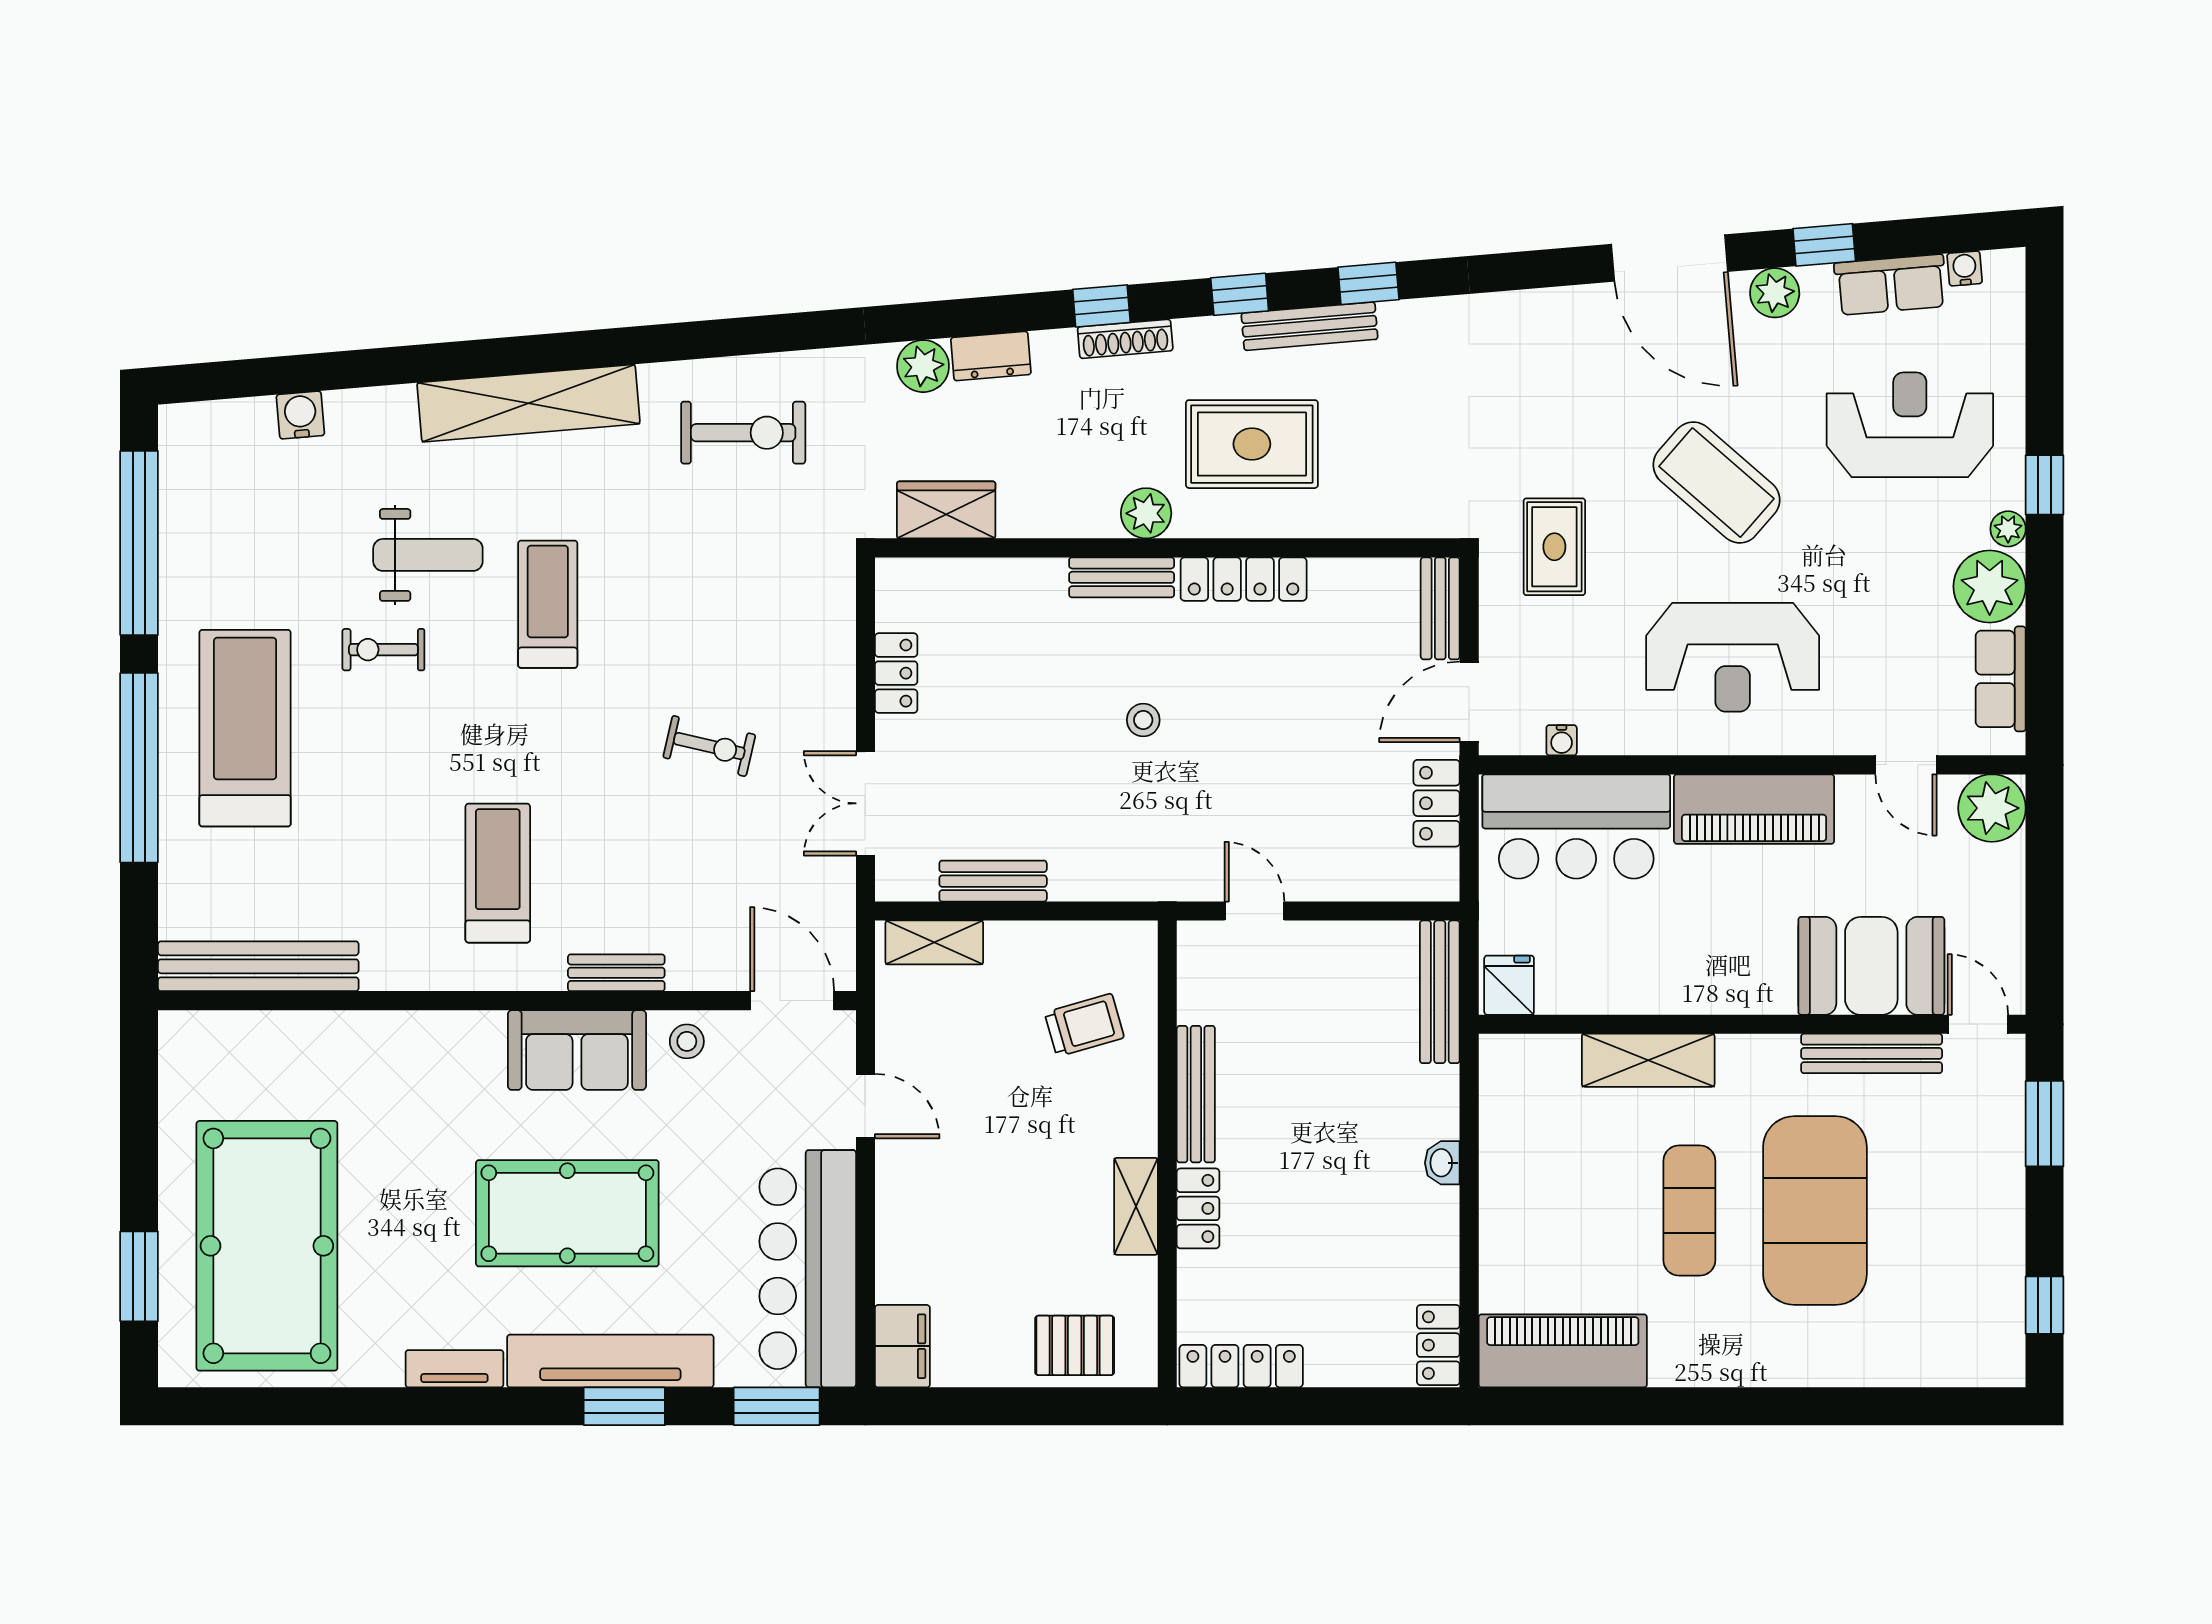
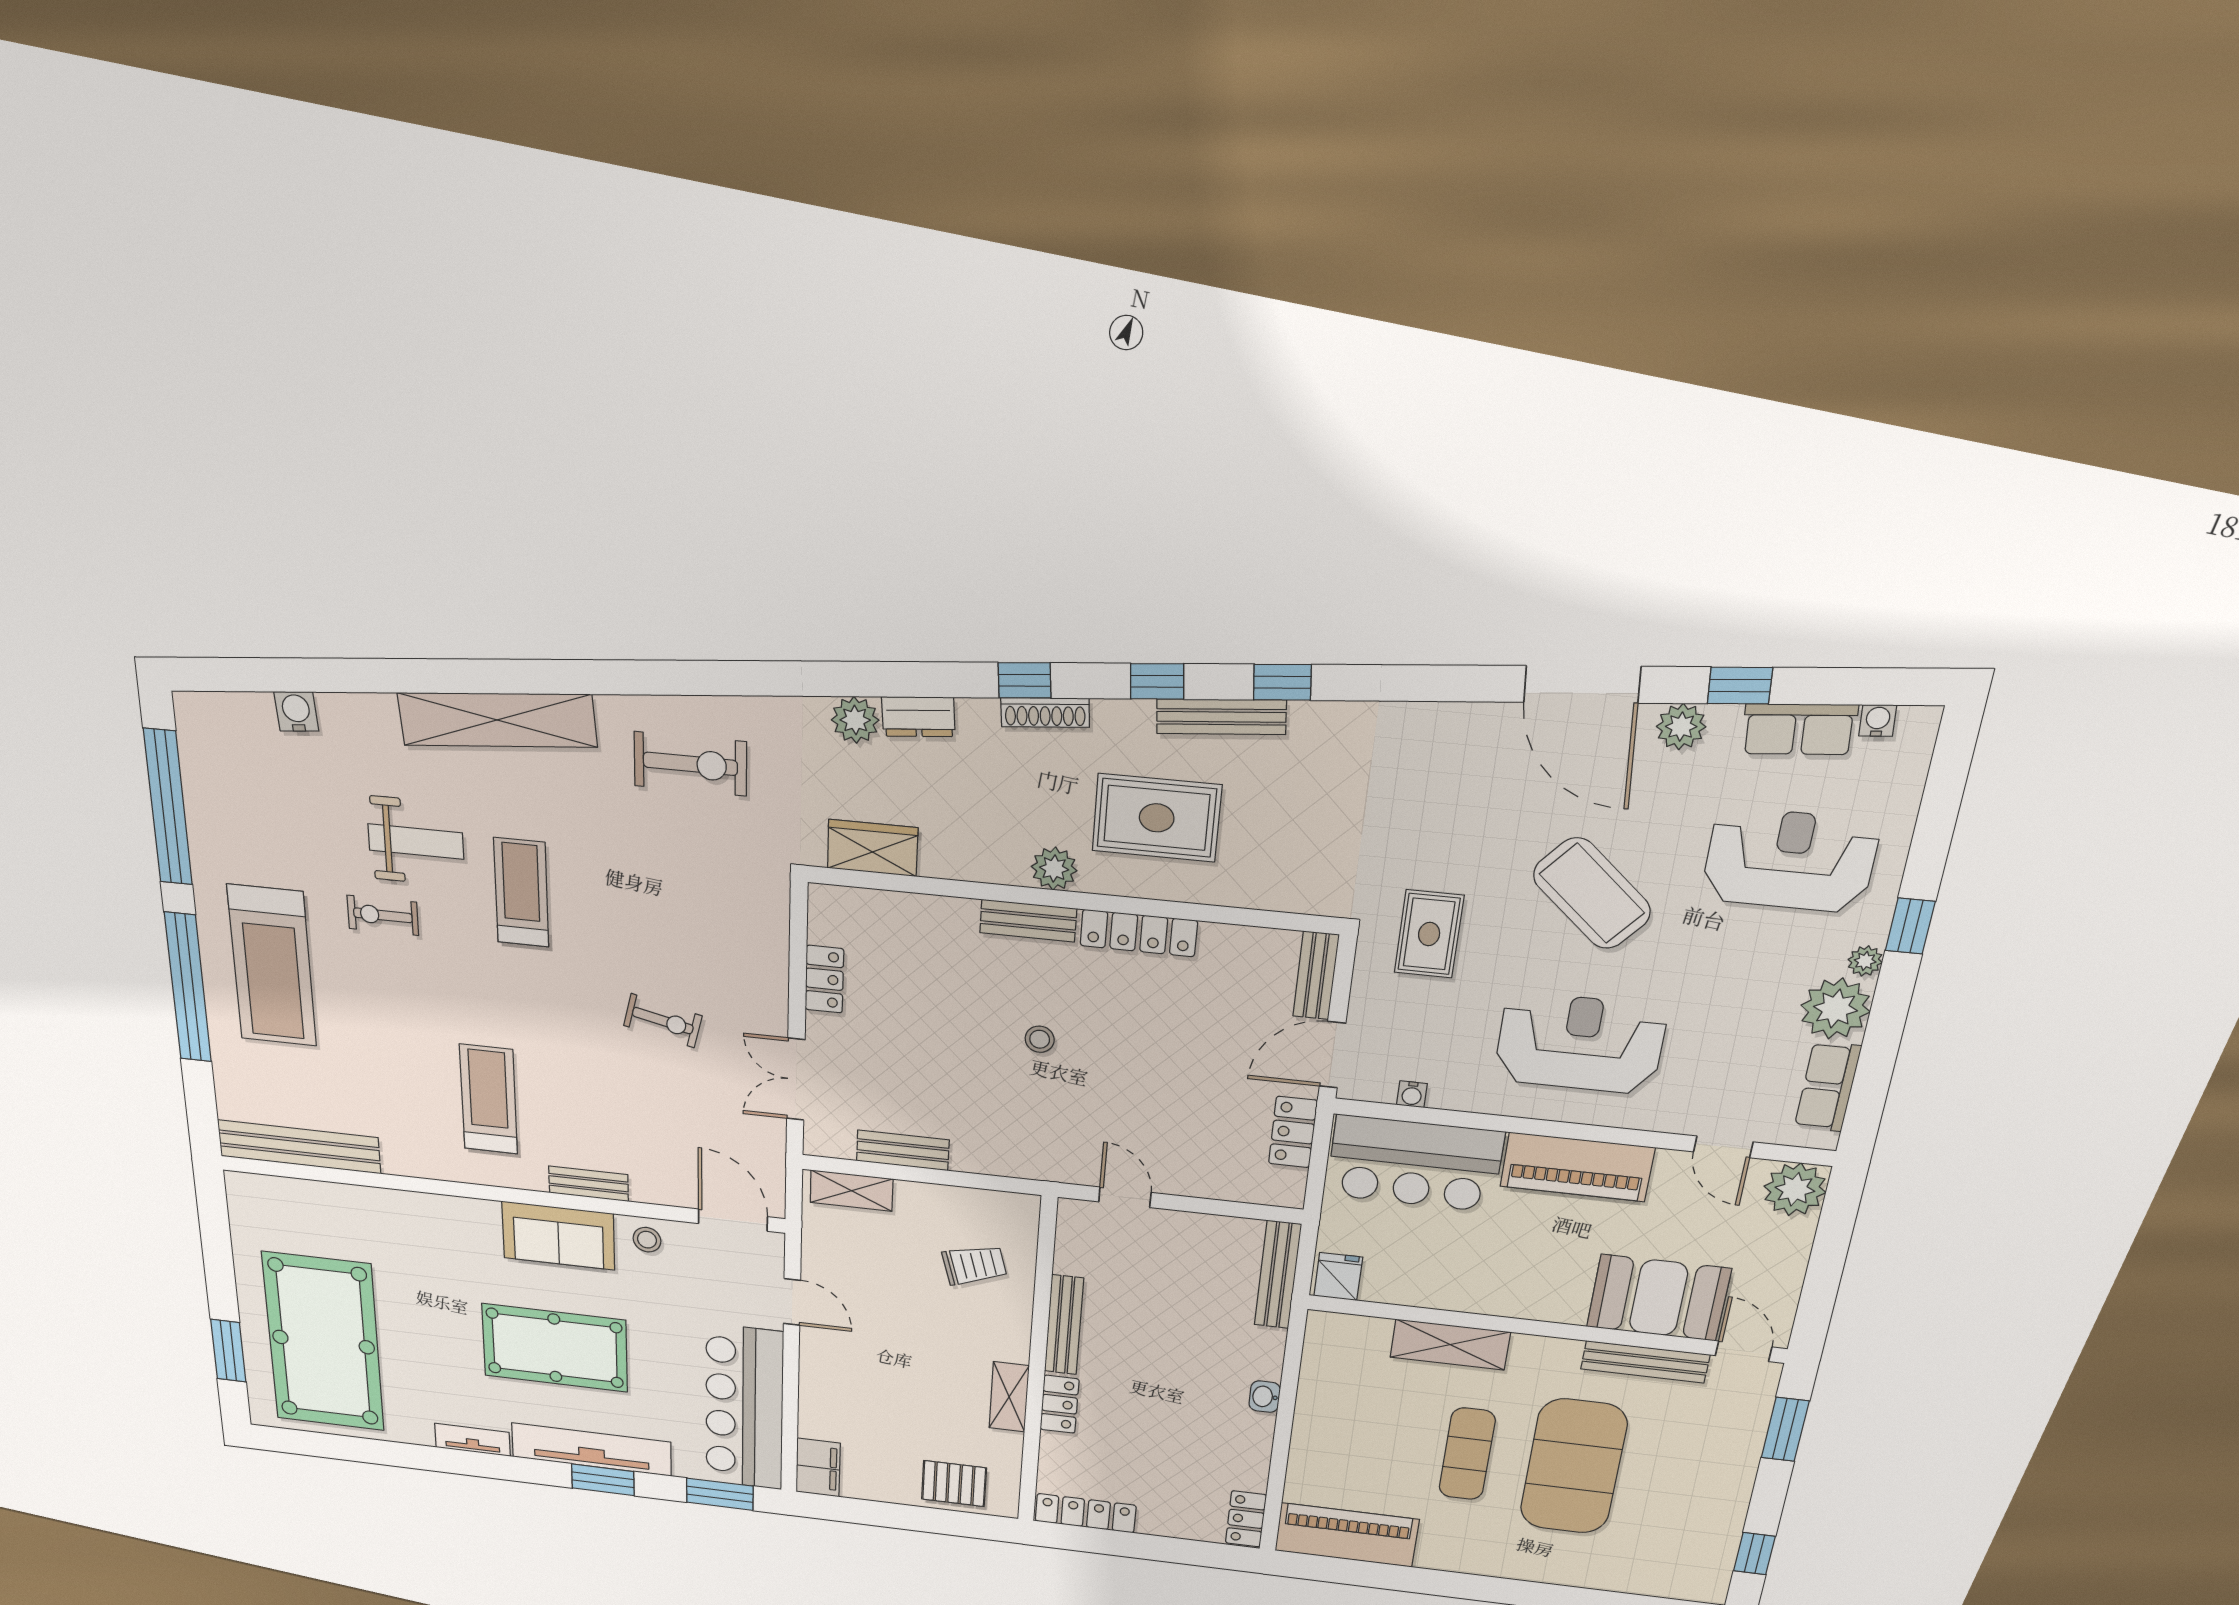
reception desk: (1733, 657) -> (1580, 1043), turned 180
treadmill: (245, 728) -> (272, 966), turned 180

